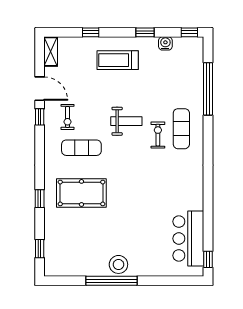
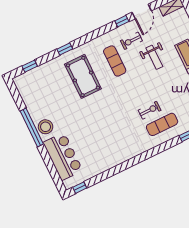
weight bench: (126, 121) -> (154, 57), moved
bar counter: (188, 238) -> (63, 156), moved, turned 90

